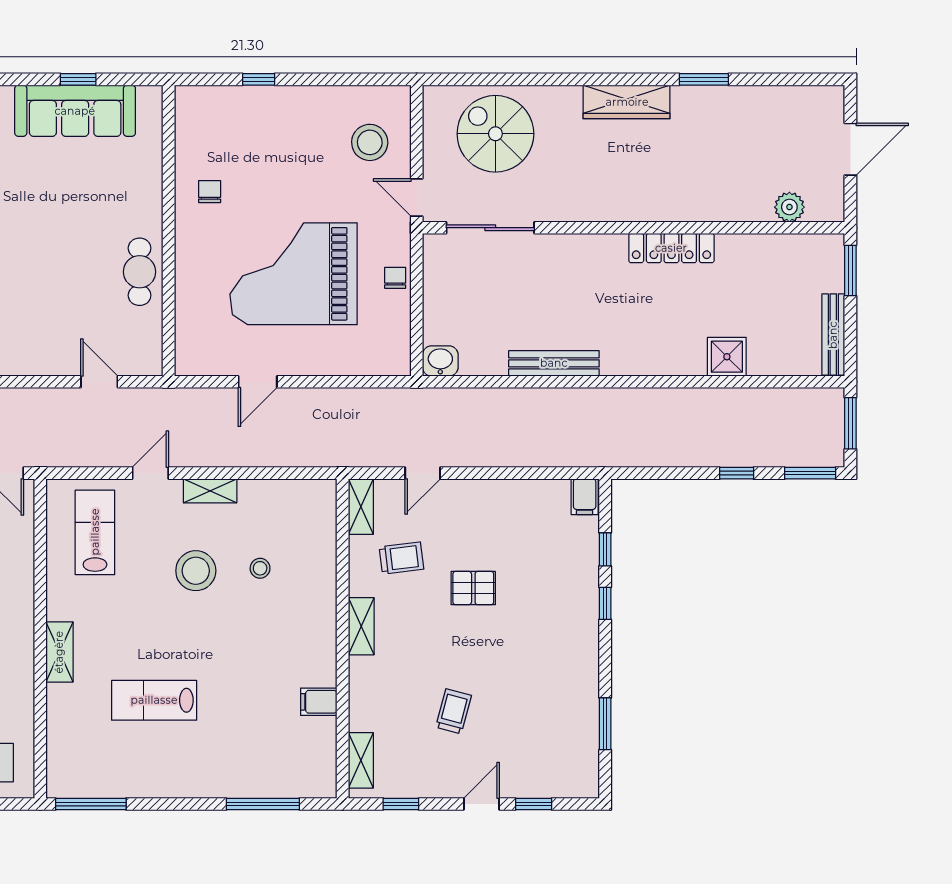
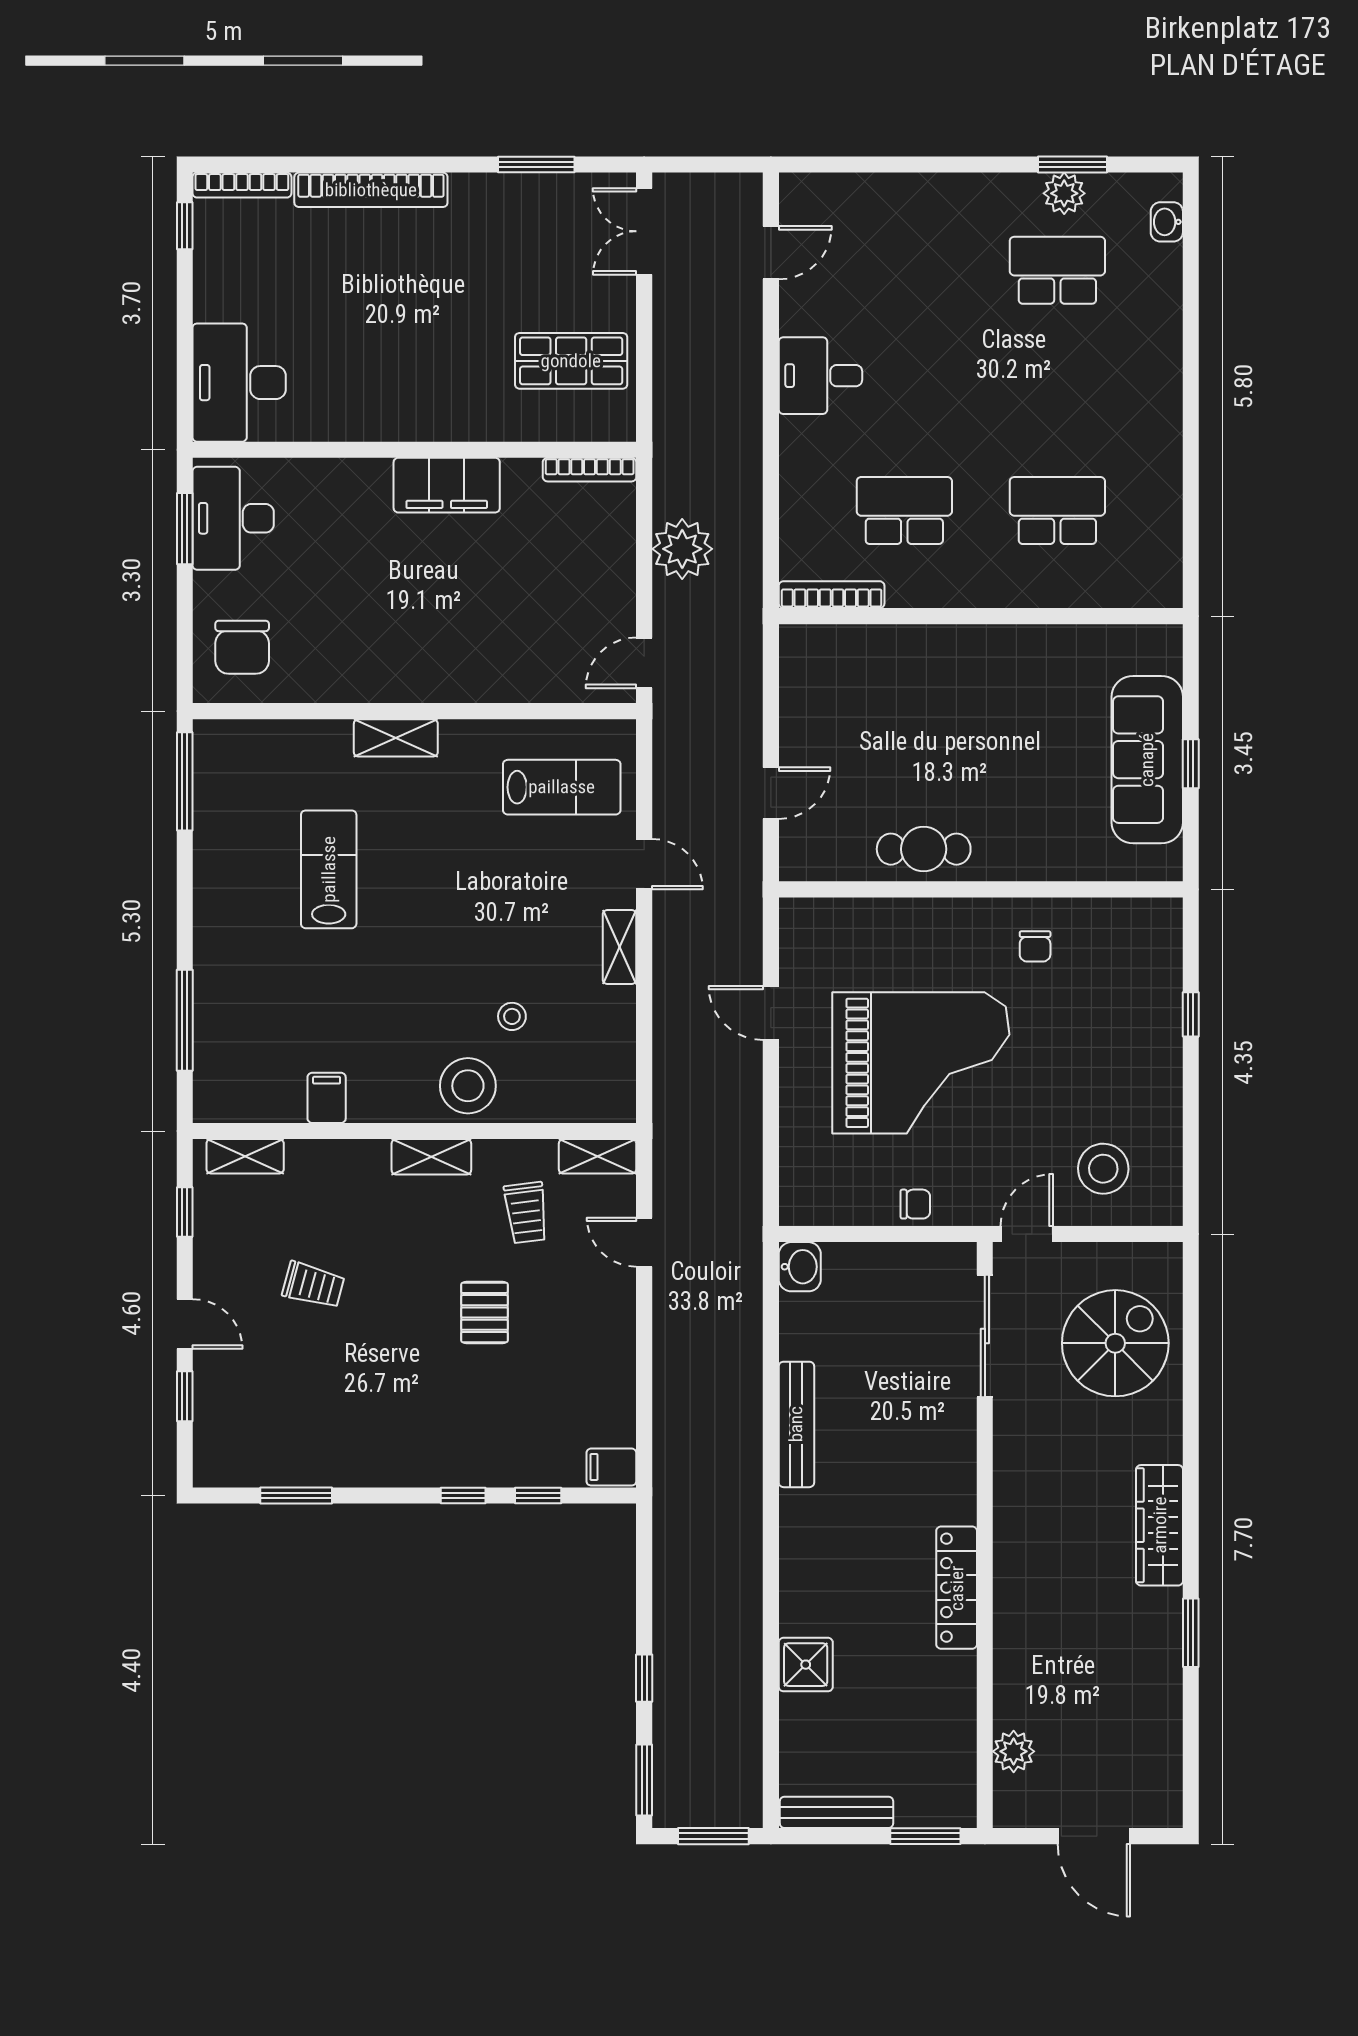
chair: (210, 192) -> (1035, 946), turned 90
grand piano: (293, 274) -> (921, 1063), turned 90
stool: (196, 571) -> (468, 1086), moved

